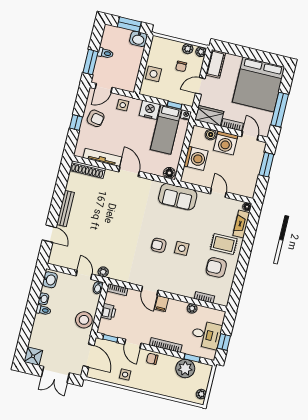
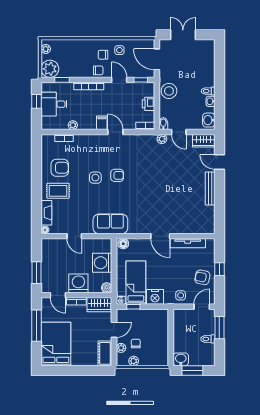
plant: (201, 52) -> (121, 348), moved
side table: (154, 74) -> (159, 331), removed
bed: (259, 84) -> (56, 344), width x0.73
boiler: (211, 135) -> (107, 288), moved
shoe rack: (87, 170) -> (199, 229), removed
wardrobe: (60, 260) -> (204, 141), added
shower: (33, 356) -> (207, 47), removed
plant: (185, 368) -> (50, 69), moved
chair: (143, 374) -> (103, 55), added

